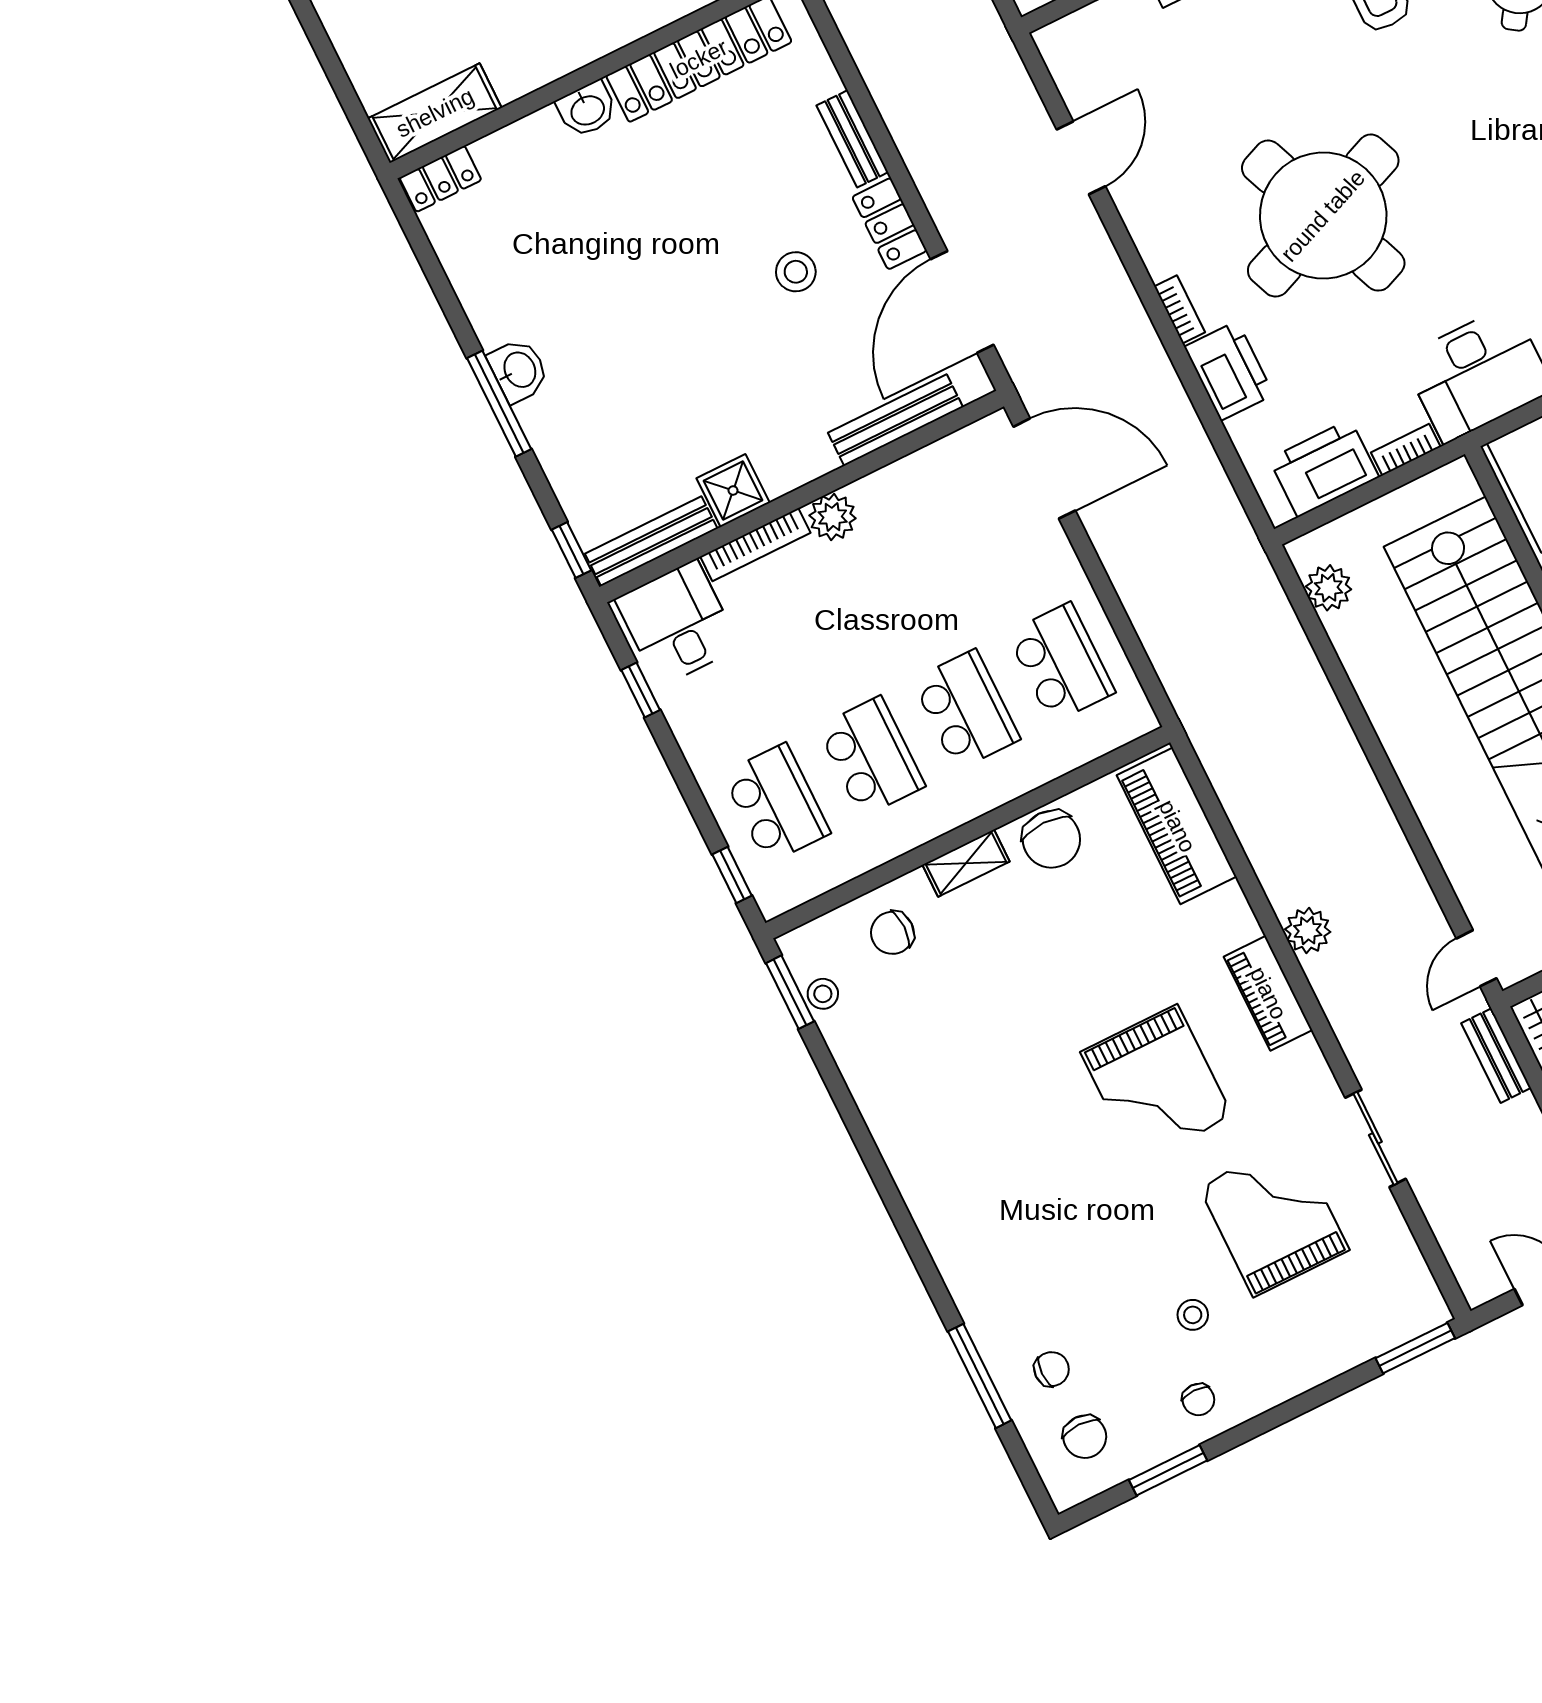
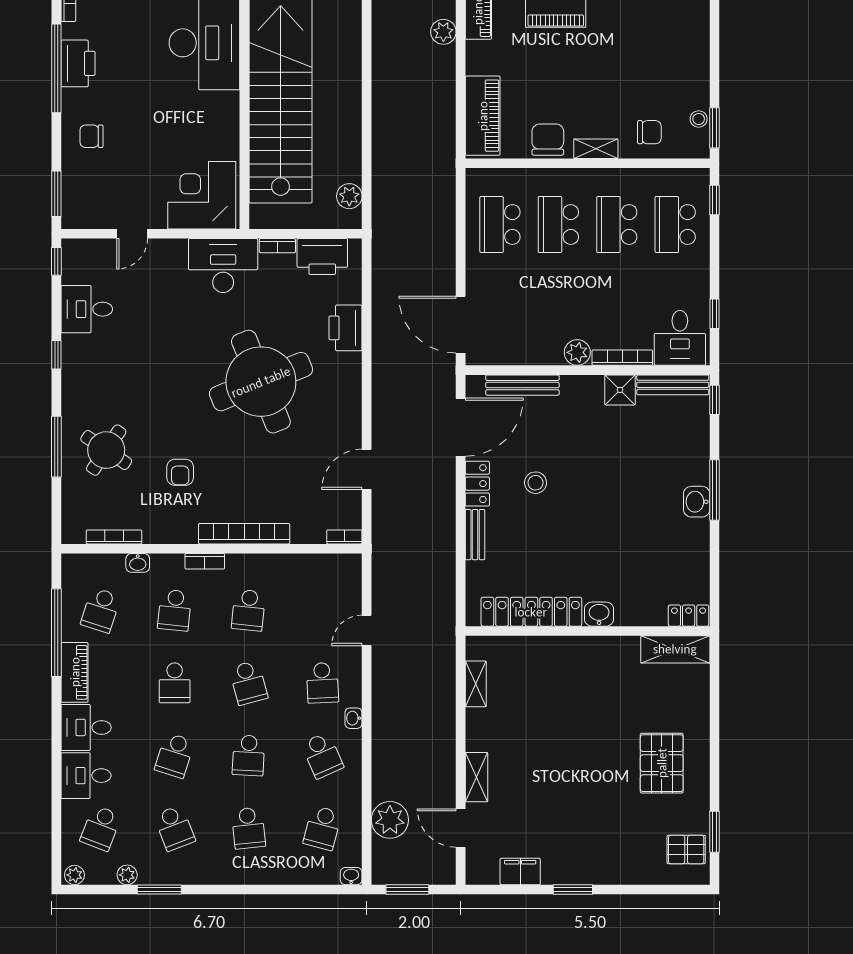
bookcase: (1180, 309) -> (344, 537), moved, turned 90

